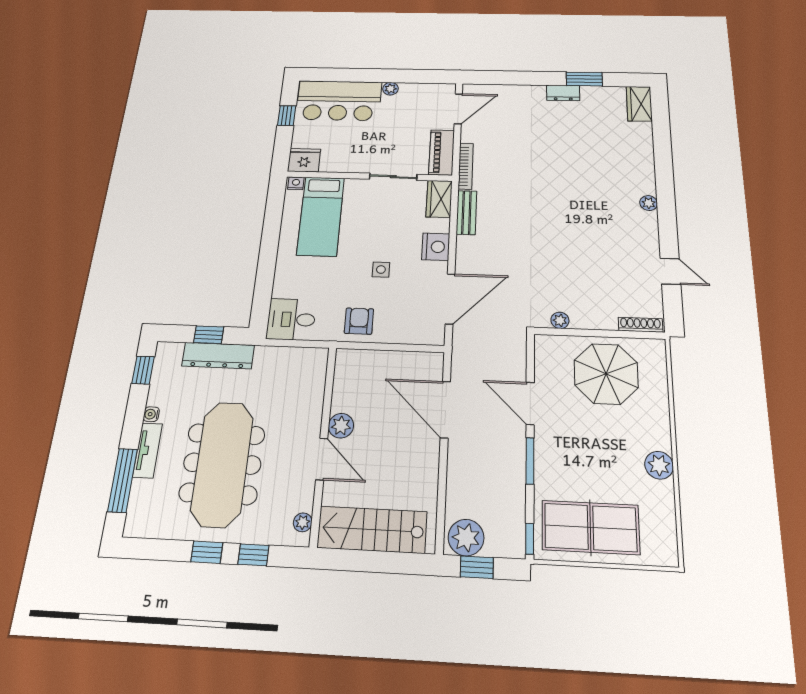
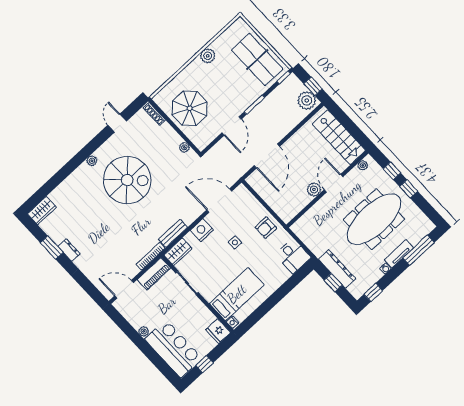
spiral stairs: (584, 220) -> (127, 180), added

